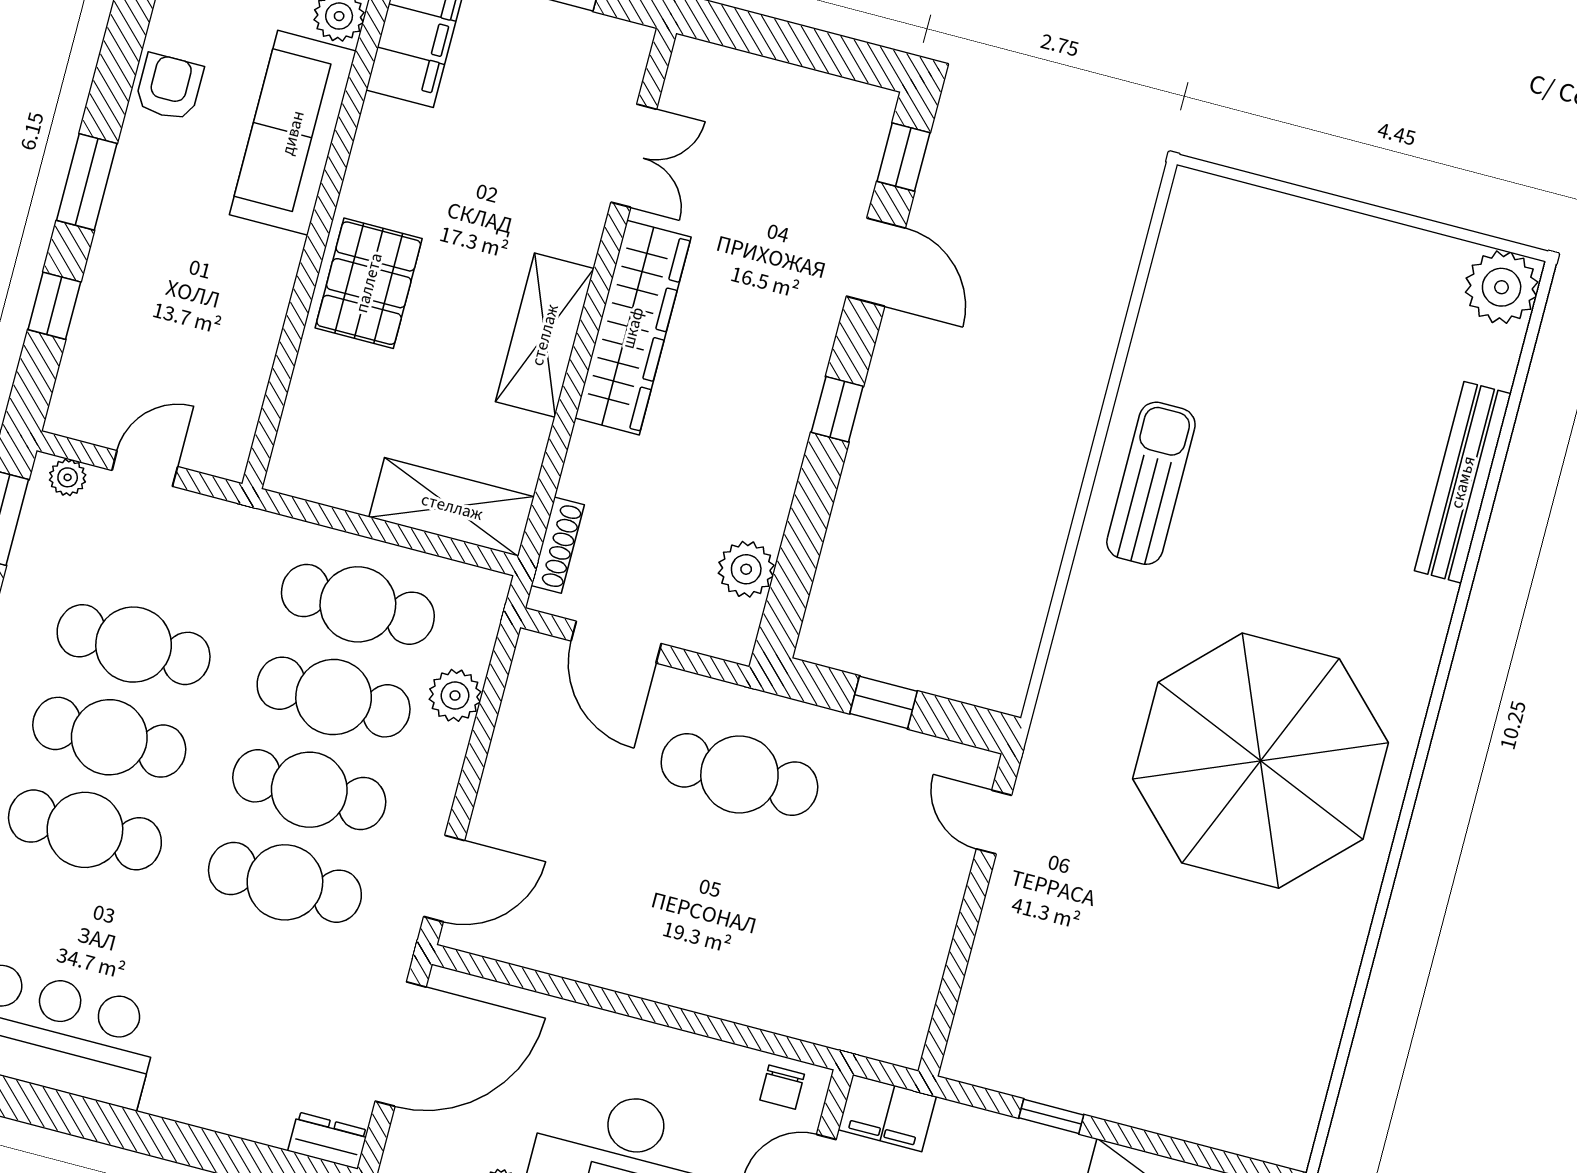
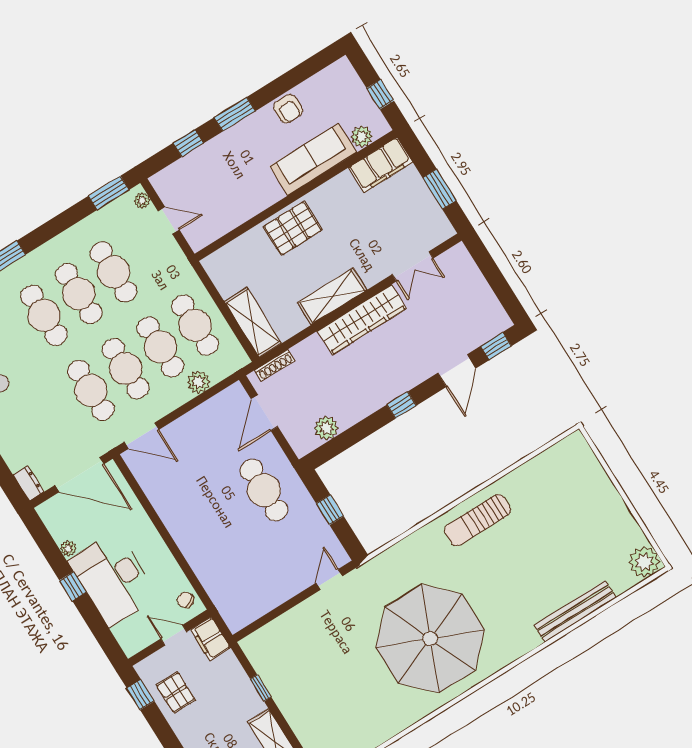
armchair: (169, 87) -> (288, 109), turned 90
sun lounger: (1151, 483) -> (477, 520), turned 180
chair: (782, 1087) -> (186, 600), turned 56

